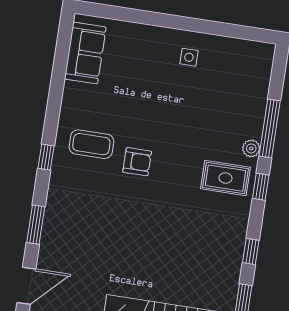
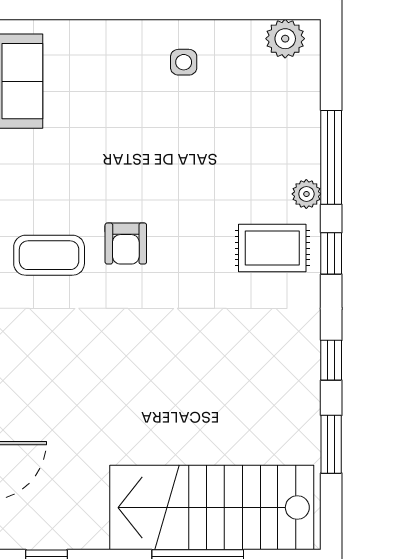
plant: (253, 52) -> (285, 39), added
coffee table: (91, 144) -> (49, 255), moved
armchair: (137, 162) -> (126, 244), turned 90

